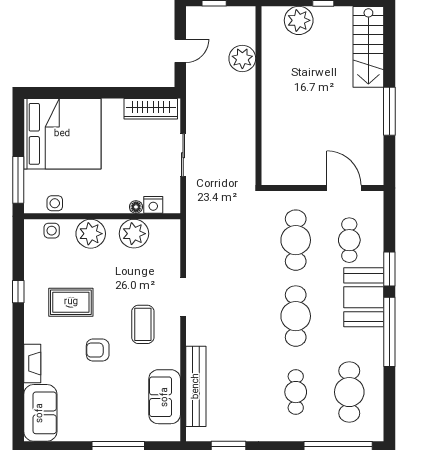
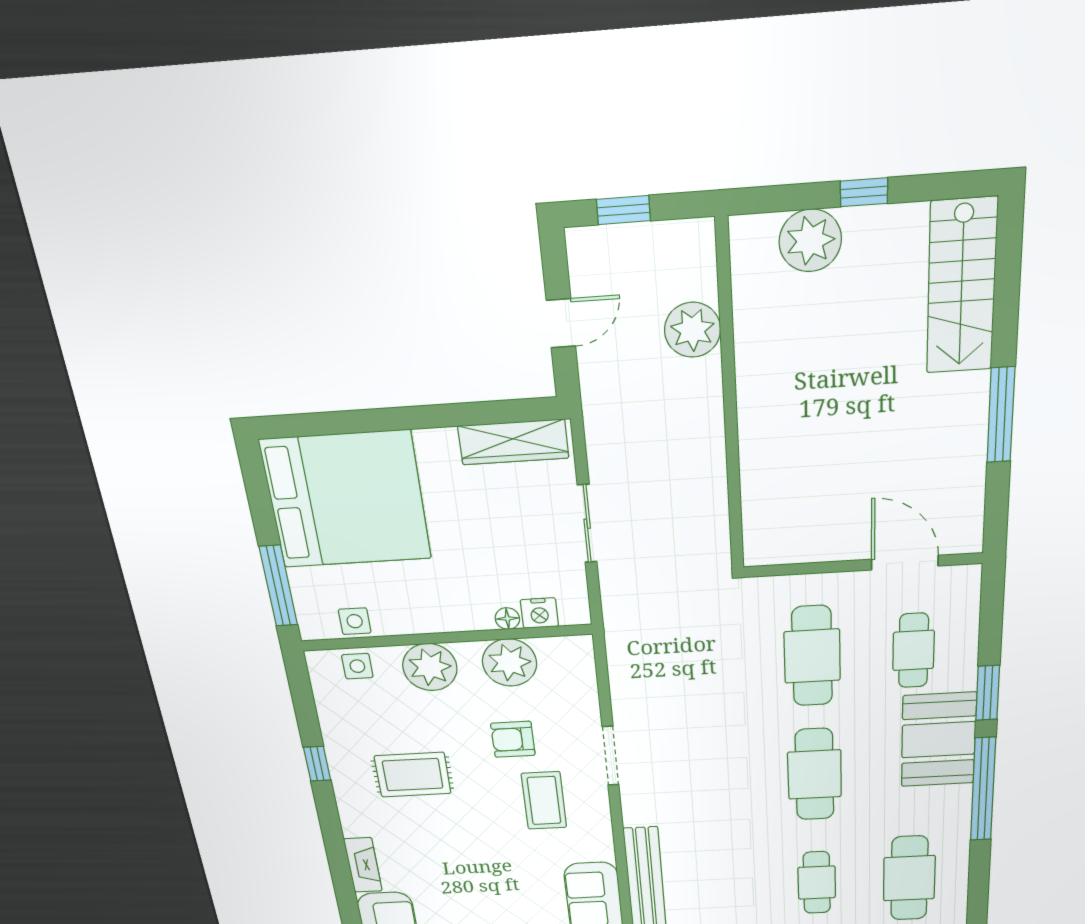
armchair: (98, 350) -> (513, 739), moved

